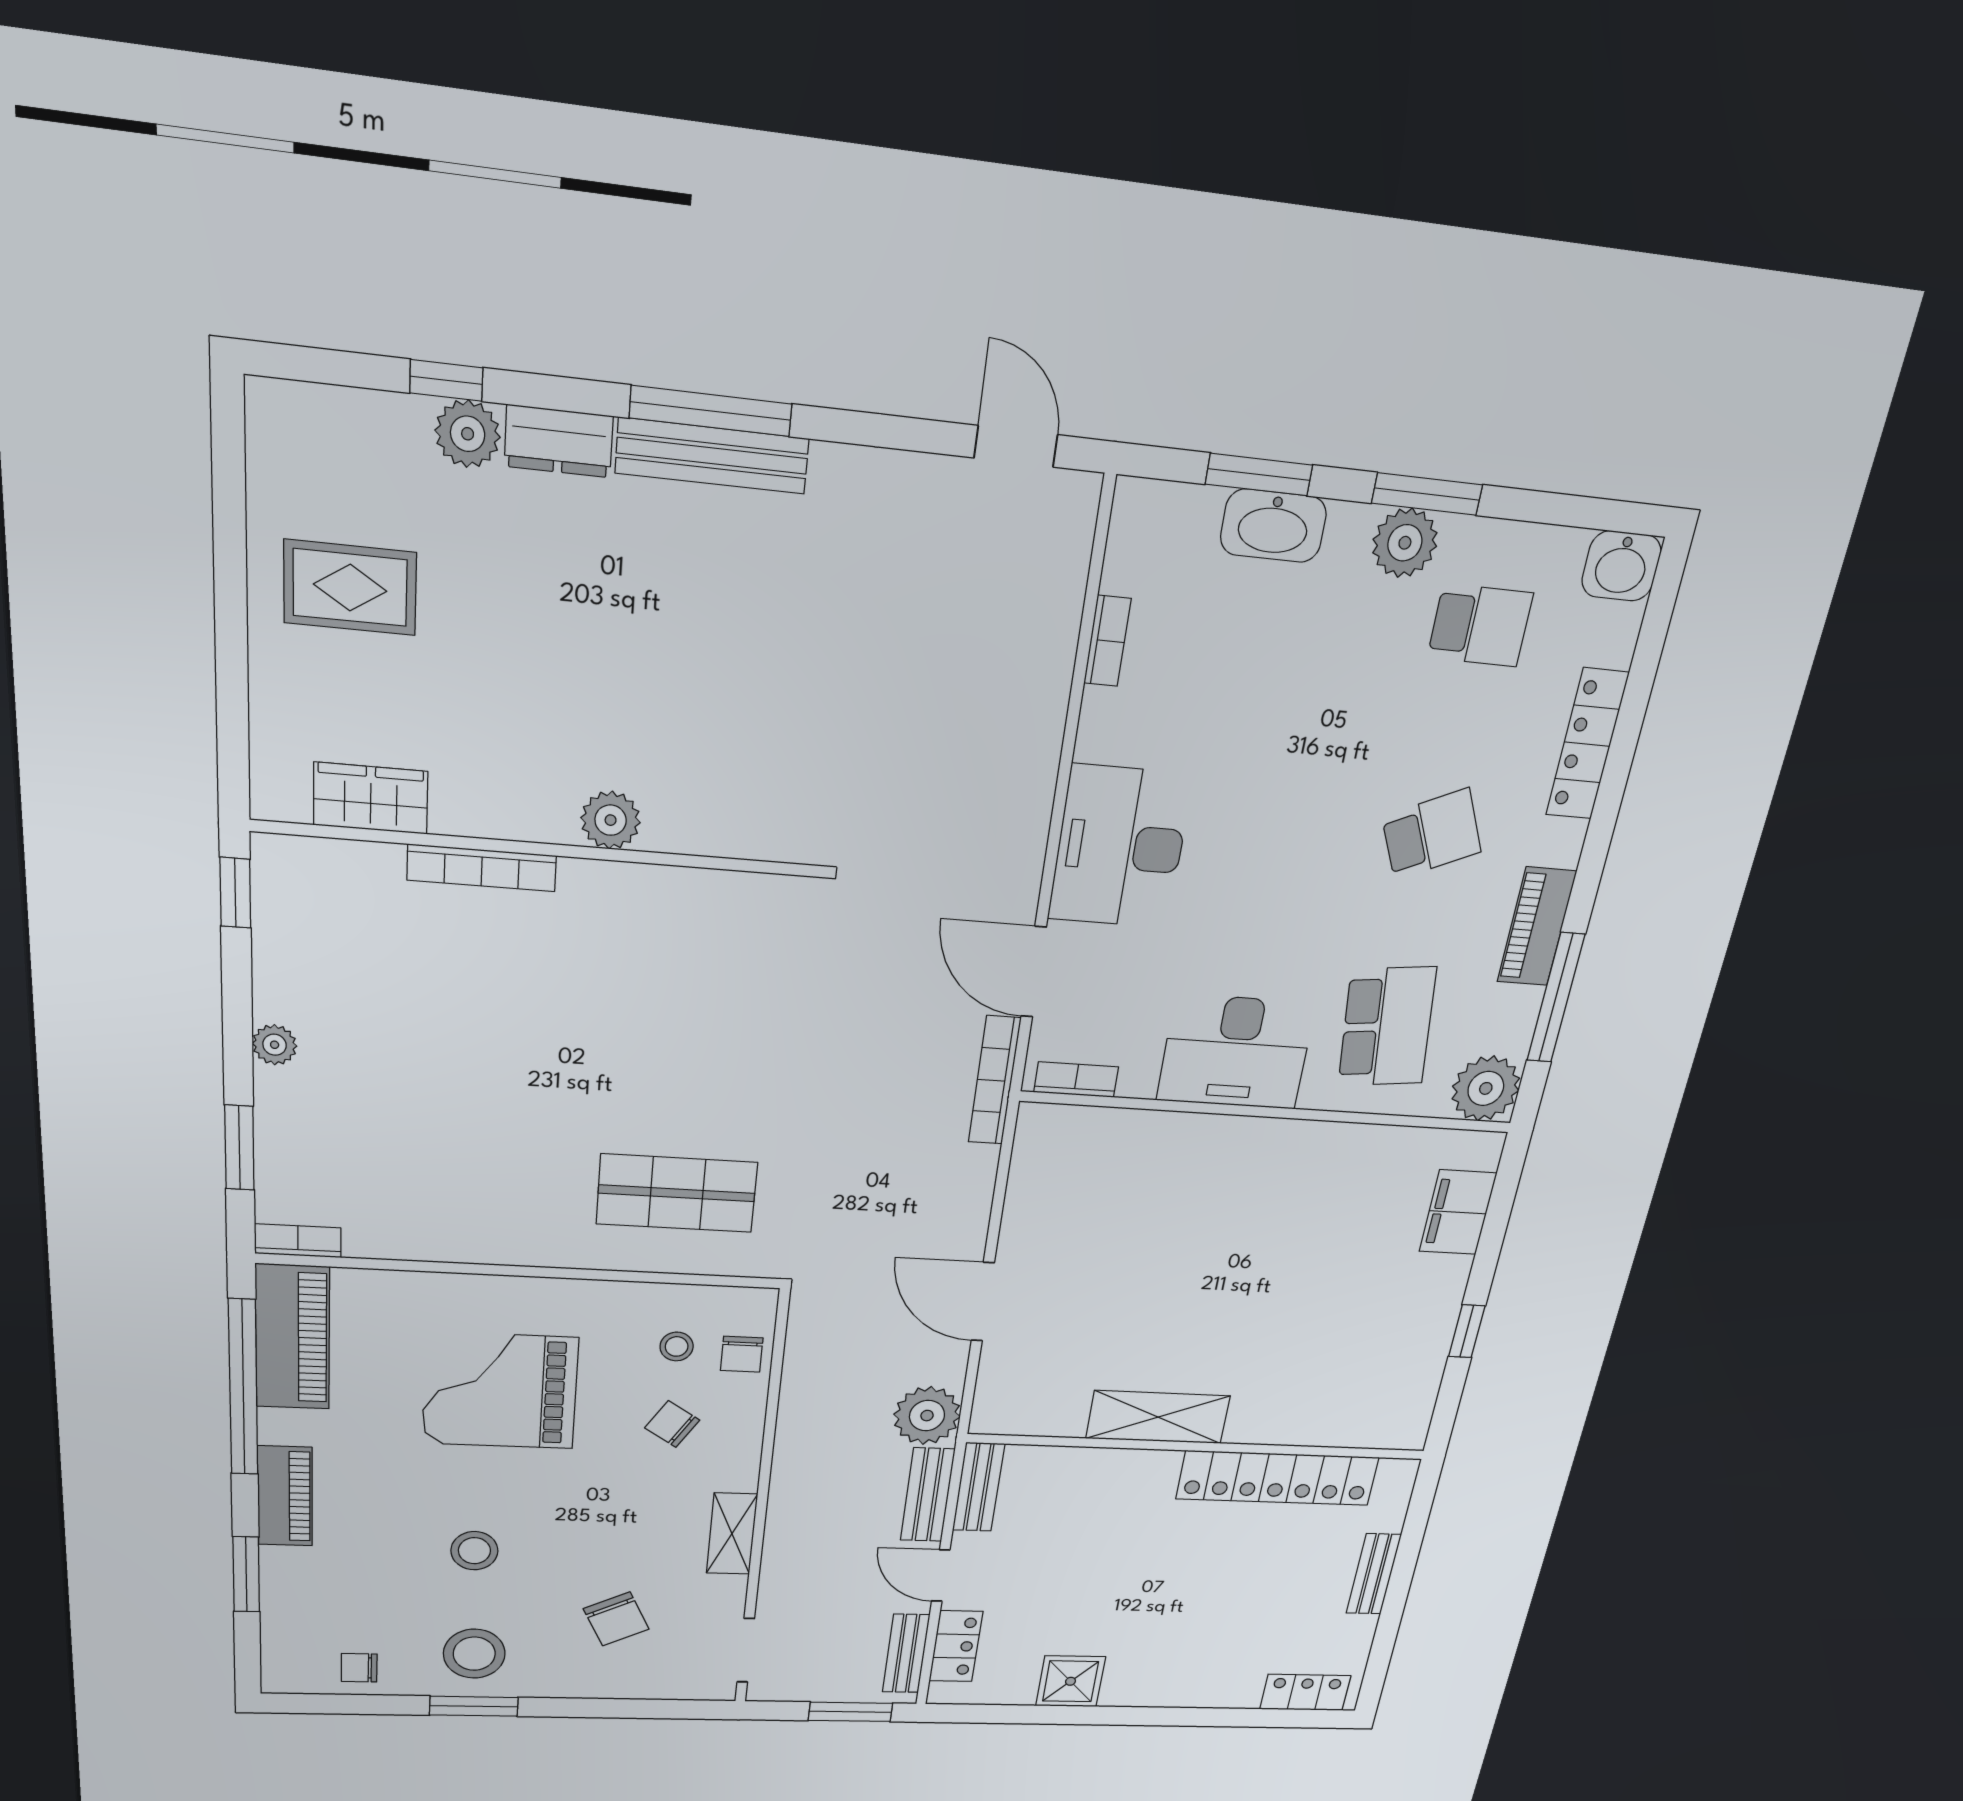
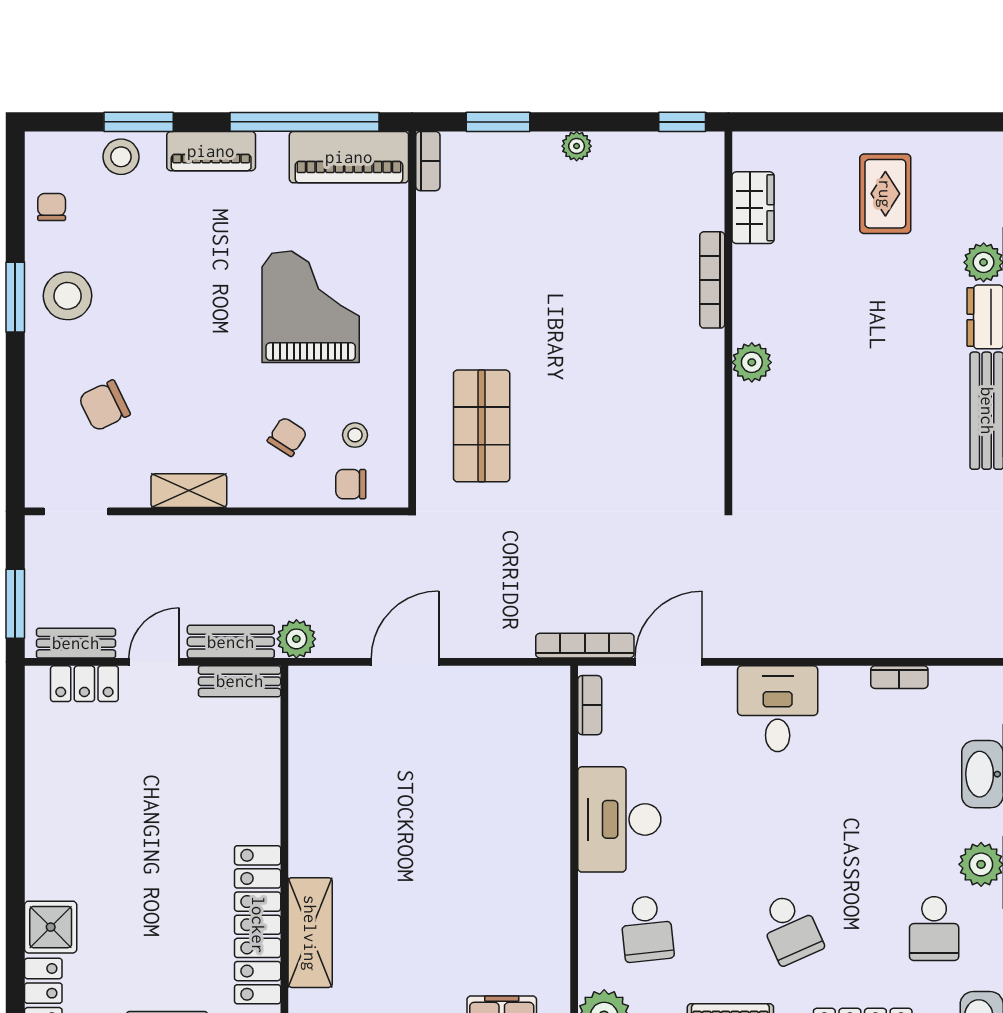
desk: (1120, 847) -> (778, 709), width x0.73
school desk: (1387, 1027) -> (647, 929), width x0.54
plant: (927, 1416) -> (296, 639), width x0.73, depth x0.73
shelving: (1158, 1417) -> (310, 933), moved
stool: (474, 1551) -> (121, 157), moved
shower: (1071, 1681) -> (51, 927), moved

